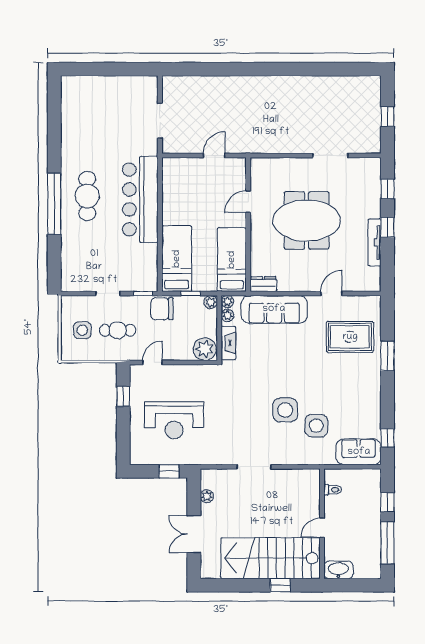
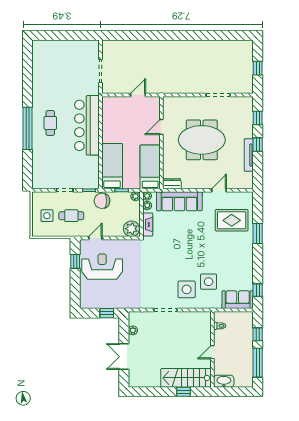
cafe table: (87, 196) -> (50, 123), width x0.73, depth x0.74
side table: (285, 410) -> (187, 289), moved
reception desk: (174, 420) -> (102, 267), moved, turned 180
stairs: (270, 558) -> (186, 378), width x0.73, depth x0.66

